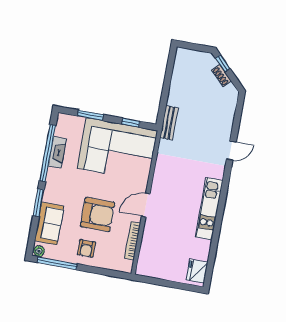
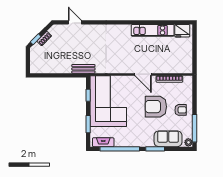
door: (231, 151) -> (75, 22), moved
fireplace: (57, 152) -> (103, 142), moved
kitchen unit: (209, 209) -> (153, 30), moved
armchair: (97, 215) -> (156, 107), turned -90

